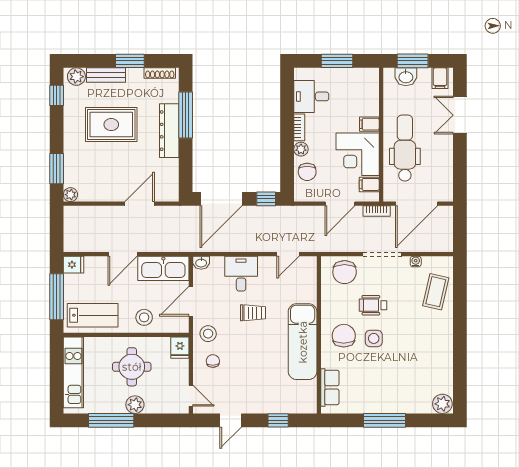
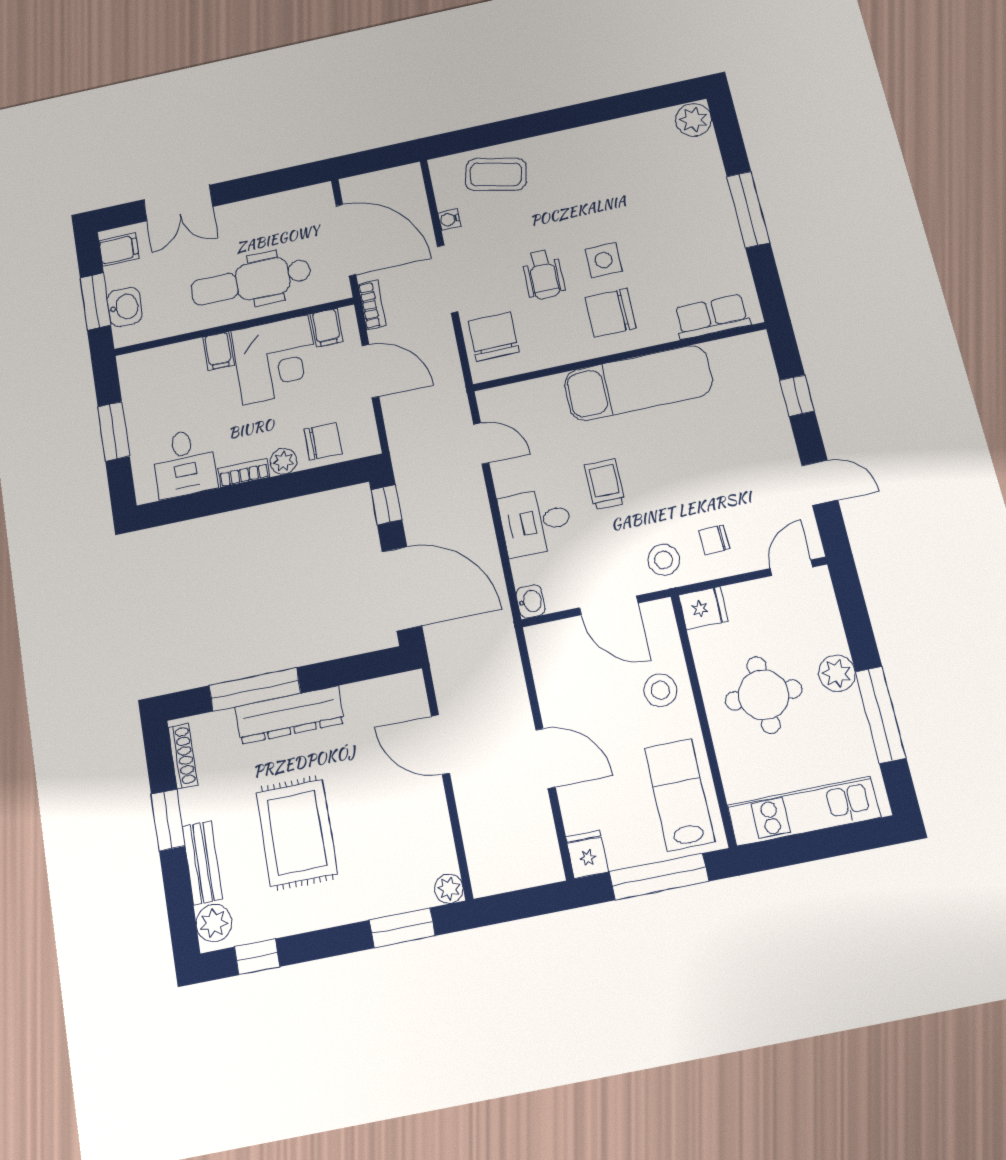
kitchen sink: (163, 268) -> (557, 672), removed
chair: (345, 272) -> (494, 336), turned -90

